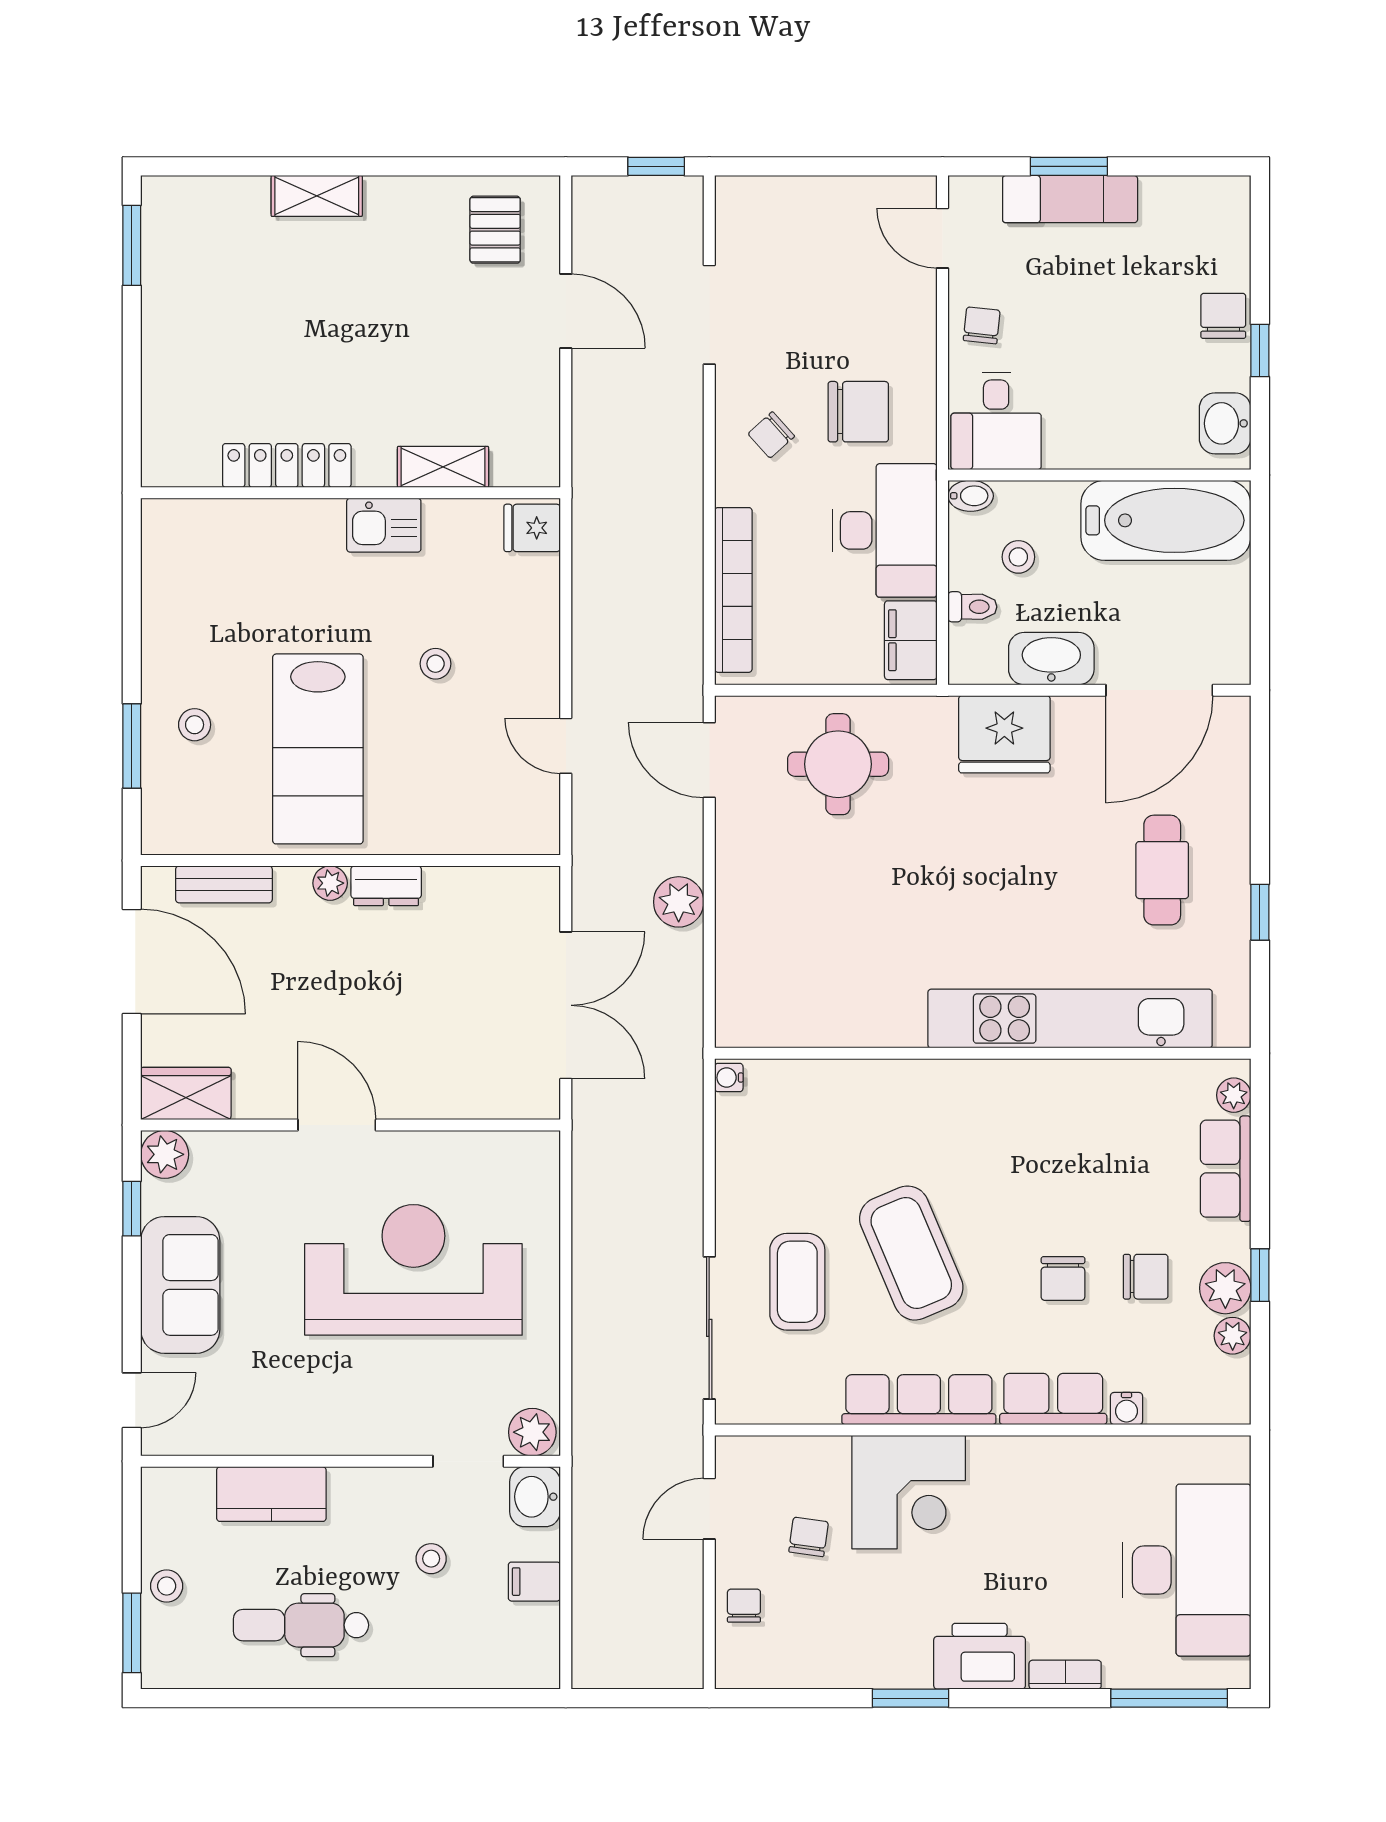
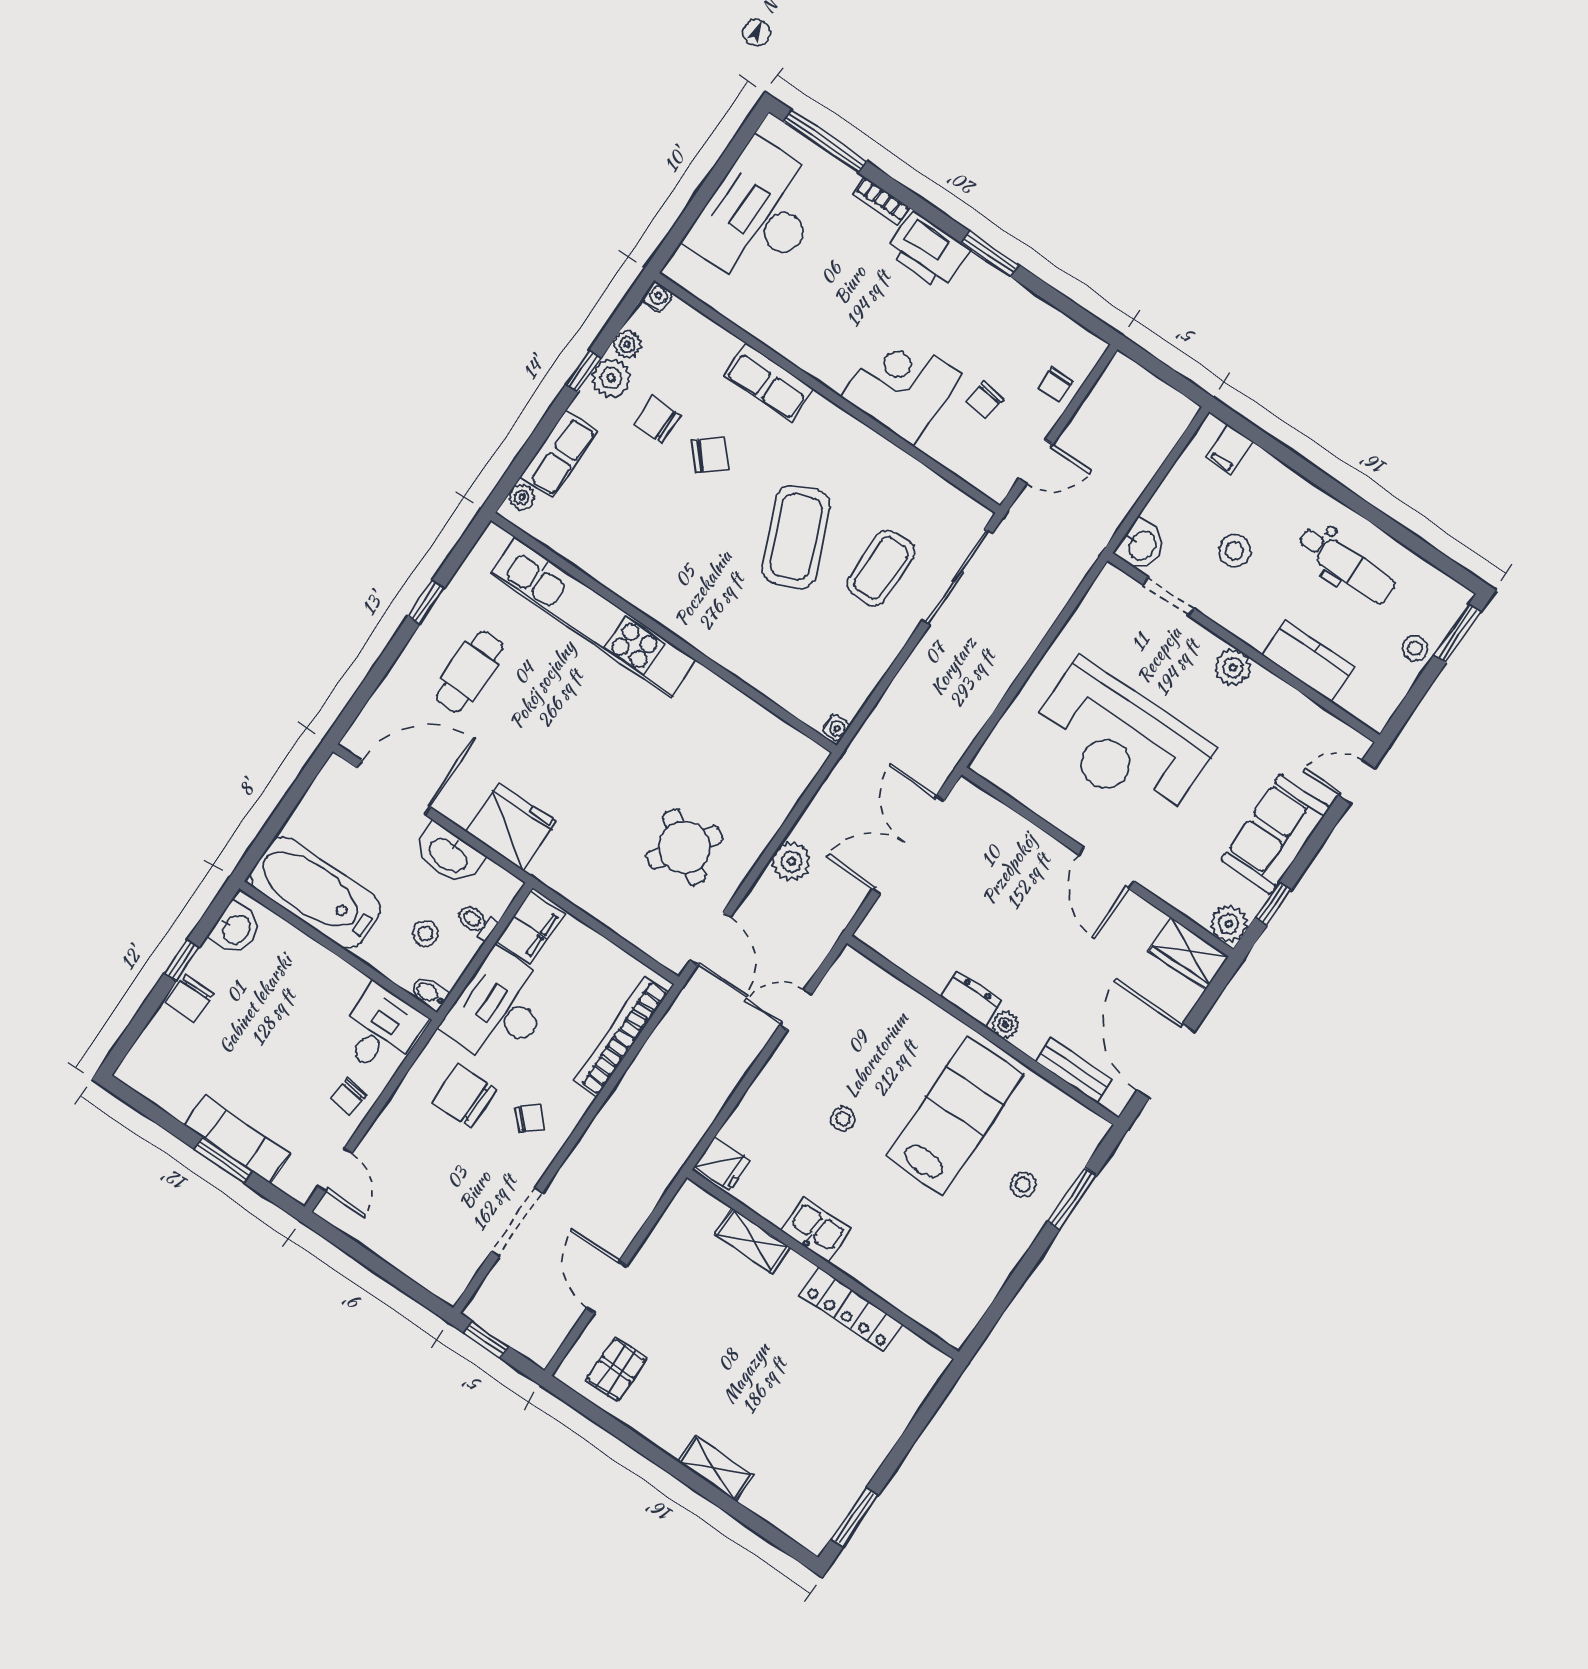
door: (566, 746) -> (796, 1010), swing flipped
round table: (838, 764) -> (684, 847), moved, turned 34
chair: (1063, 1279) -> (710, 455), turned 49
row of seats: (919, 1400) -> (855, 440), removed
water cooler: (1127, 1409) -> (657, 297), moved
plant: (532, 1432) -> (1233, 668), moved
stool: (431, 1559) -> (1235, 551), width x1.37, depth x1.37
filing cabinet: (534, 1582) -> (1230, 450), moved, turned 90

